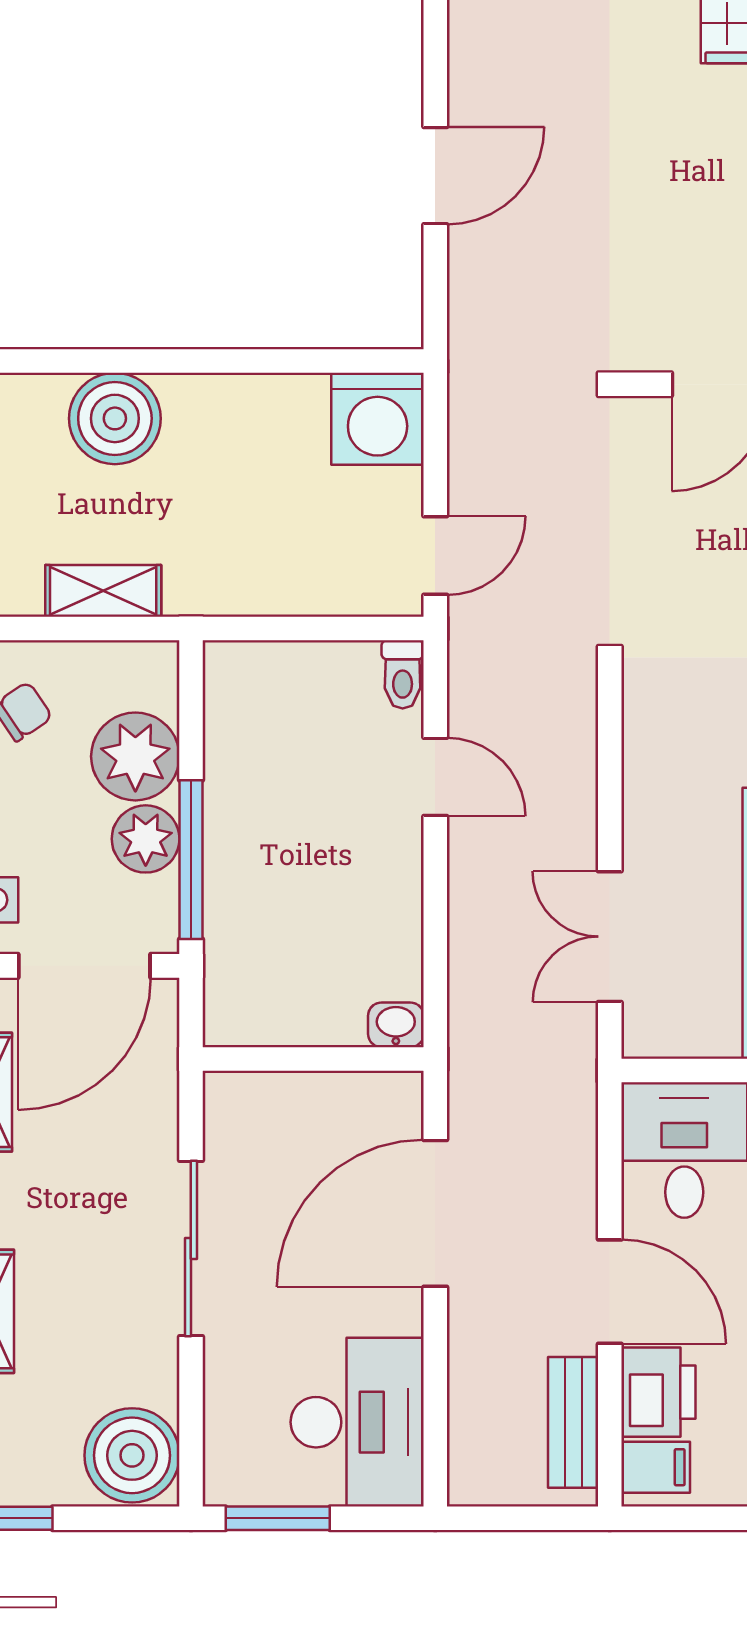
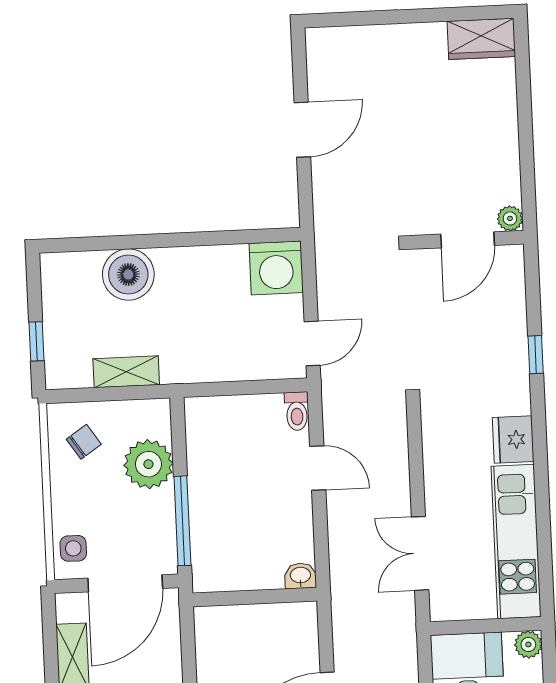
plant: (146, 839) -> (156, 510), removed
washbasin: (396, 1025) -> (300, 576), moved
wall: (313, 1059) -> (255, 597), moved

